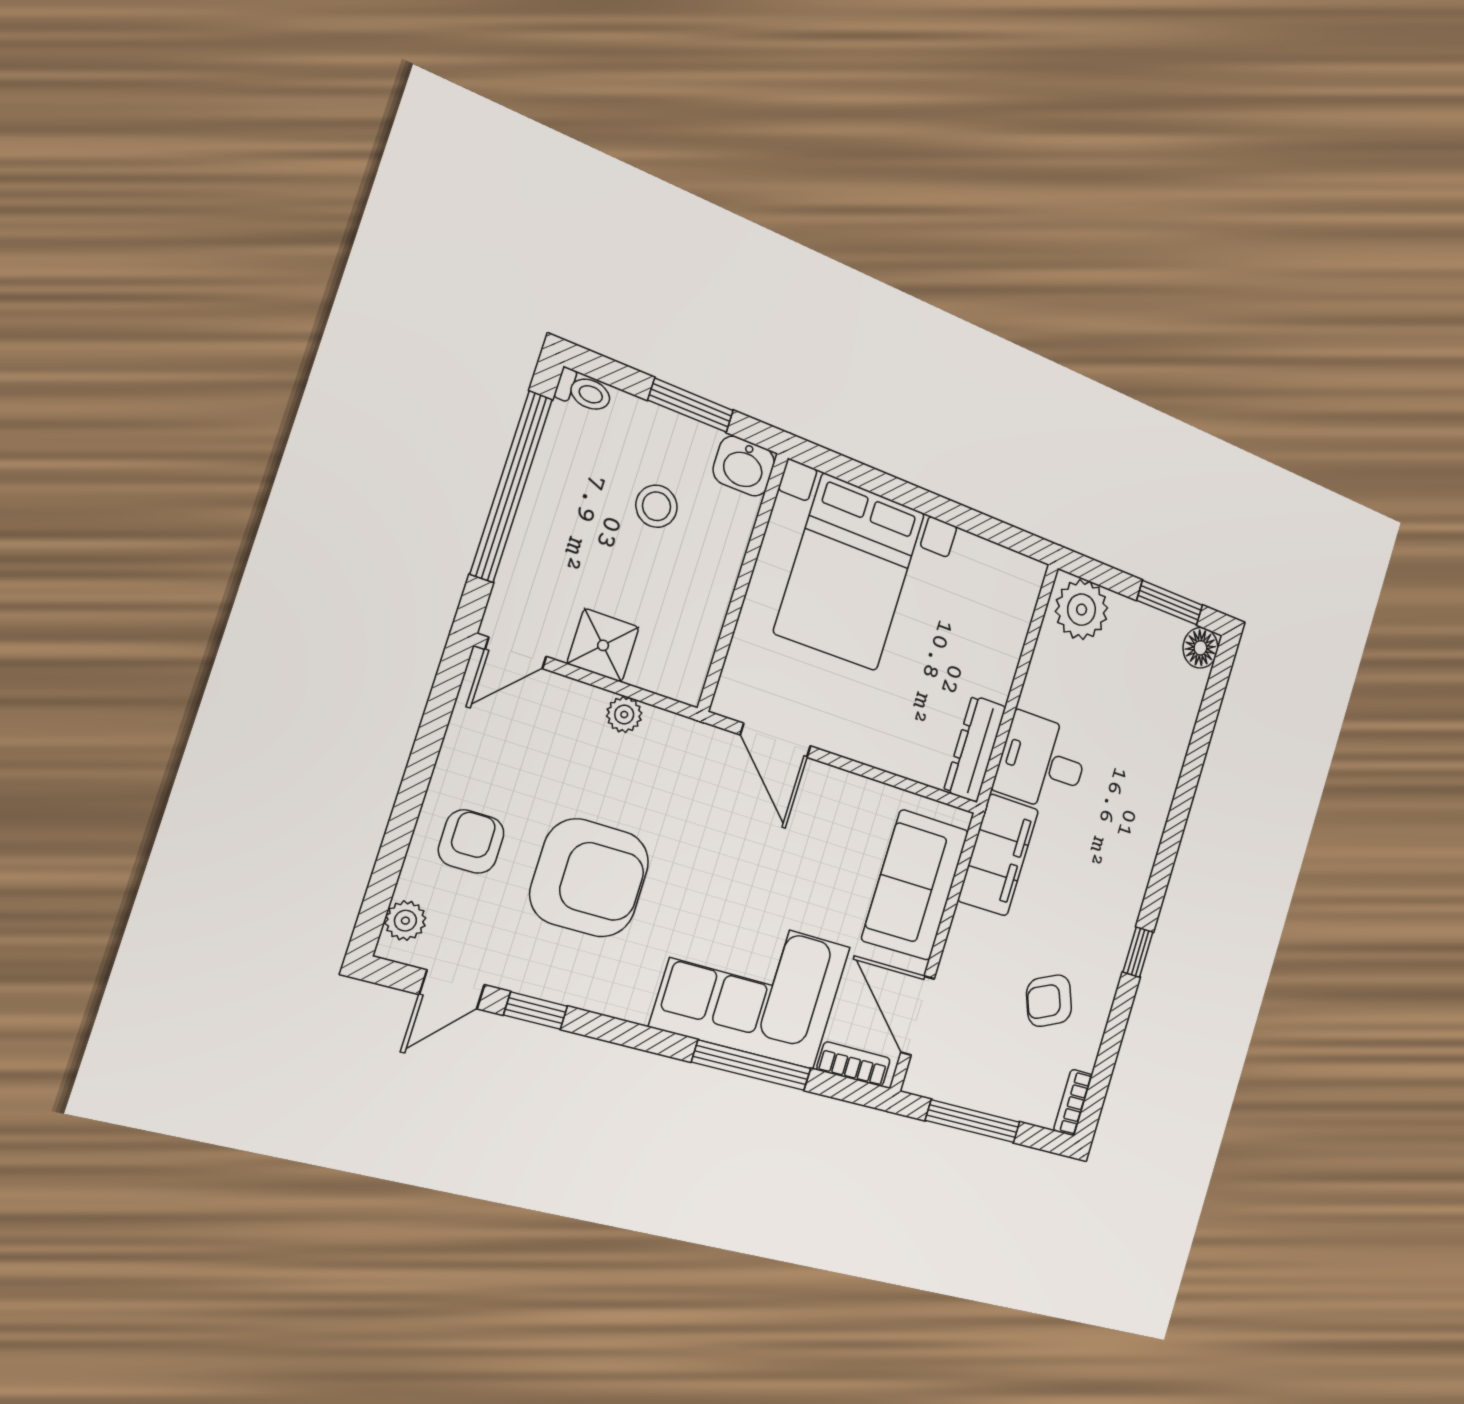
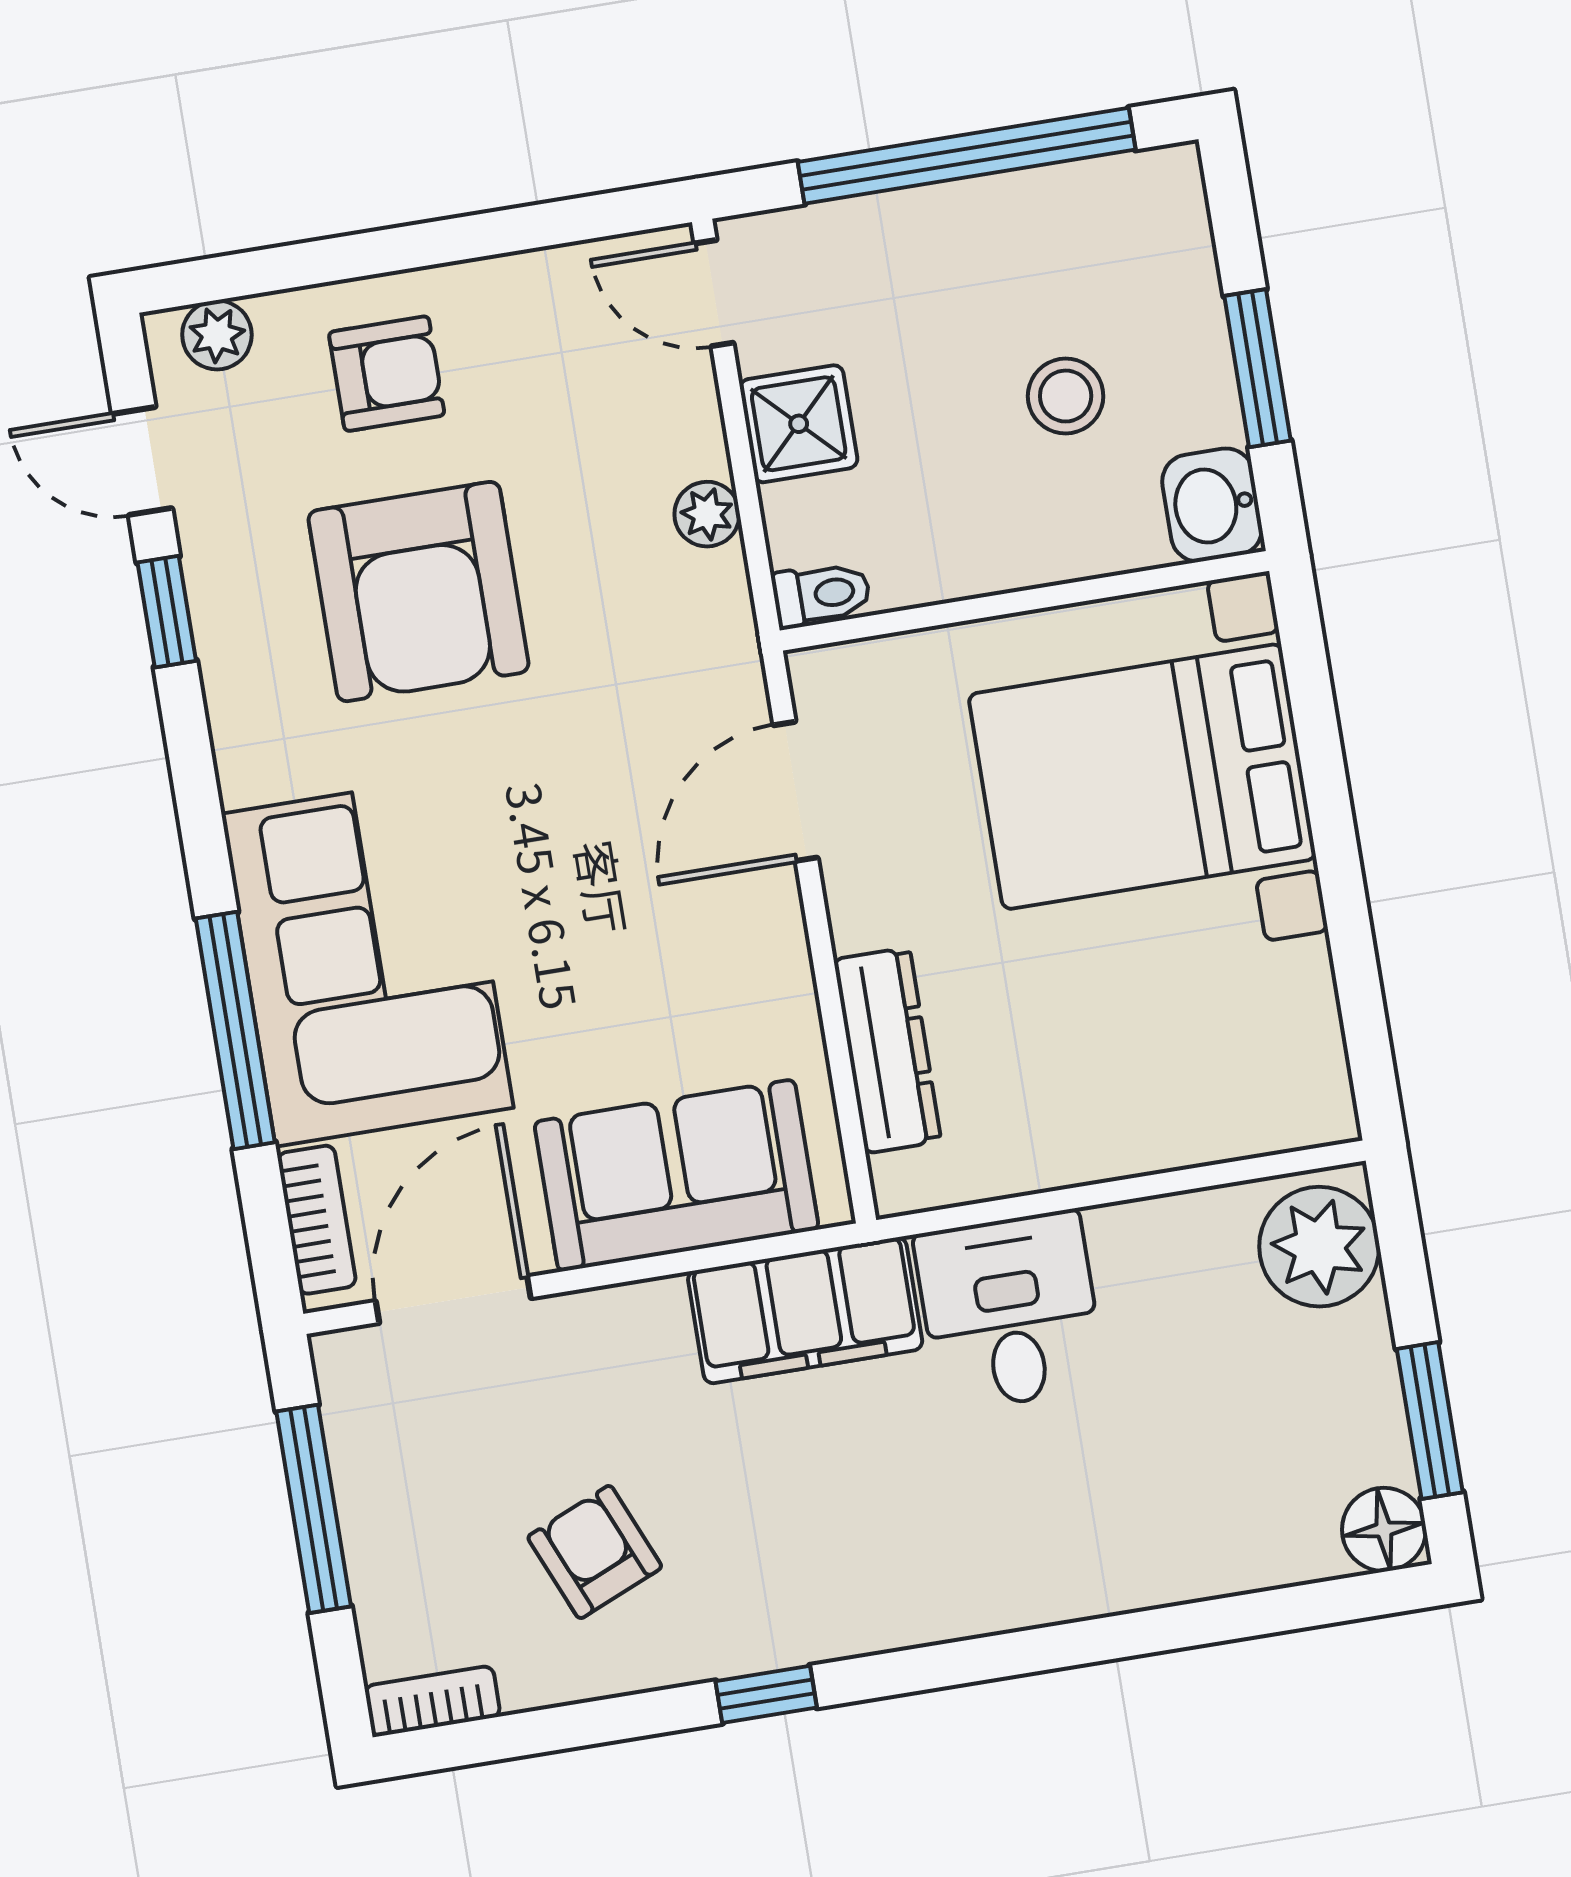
toilet: (584, 391) -> (821, 594), moved, turned -90
dresser: (975, 749) -> (887, 1050), moved, turned 90

